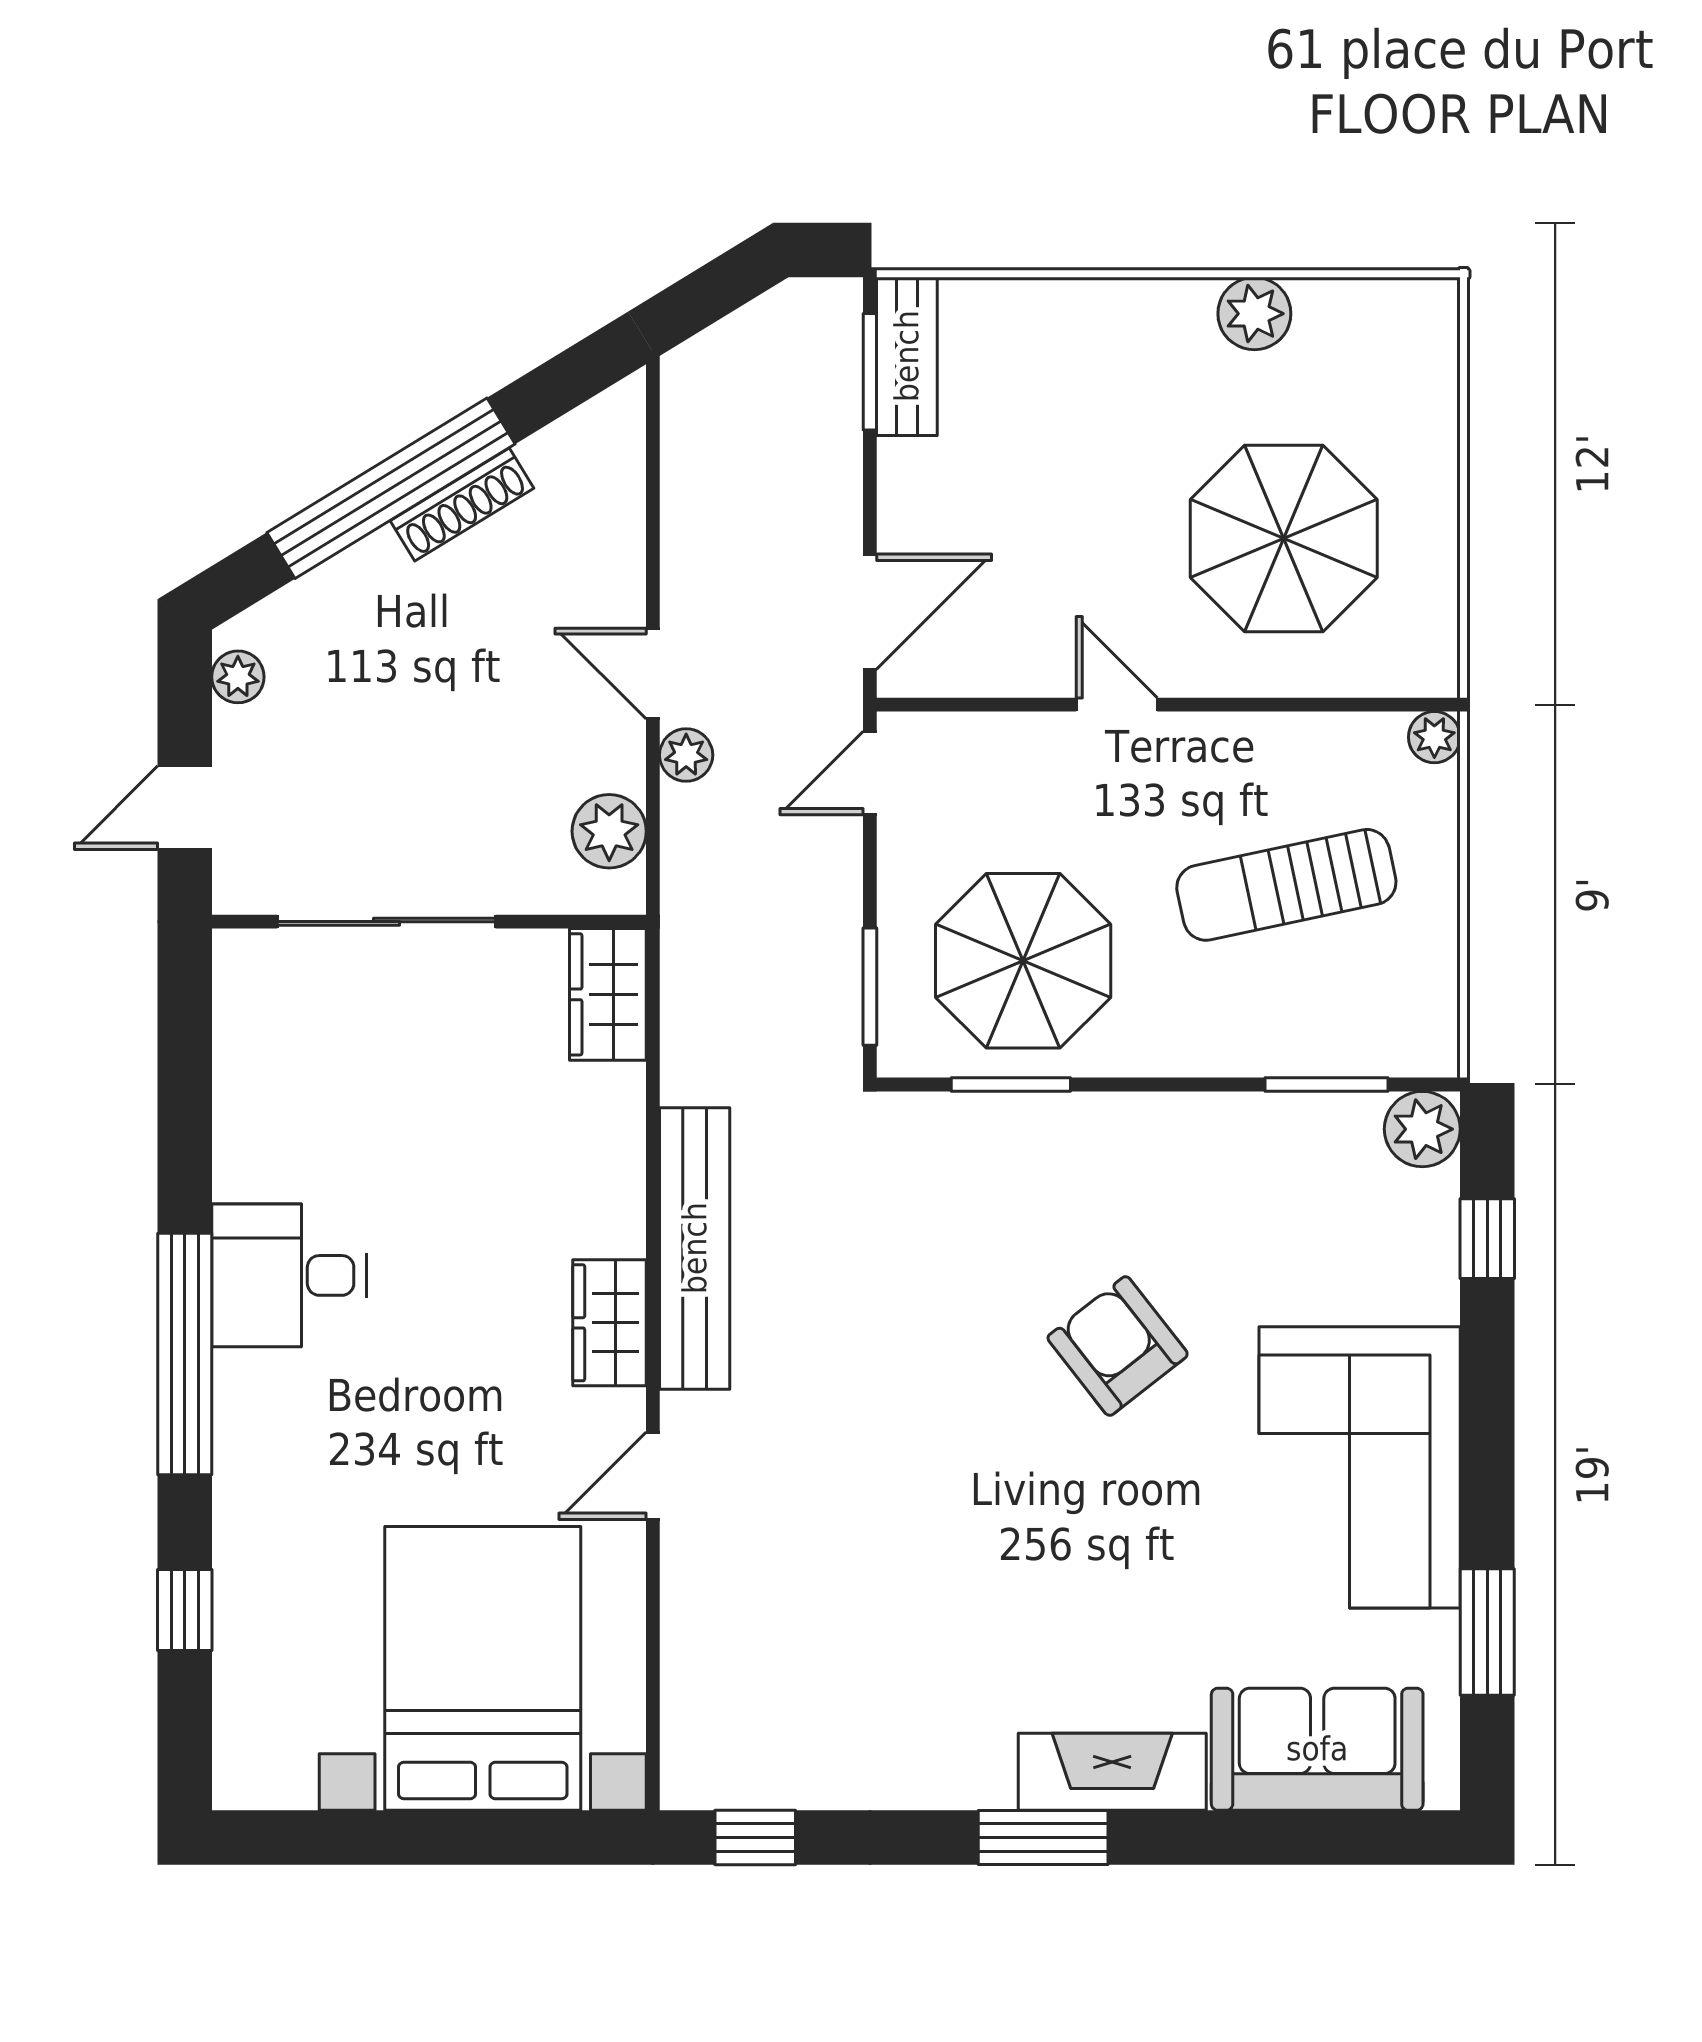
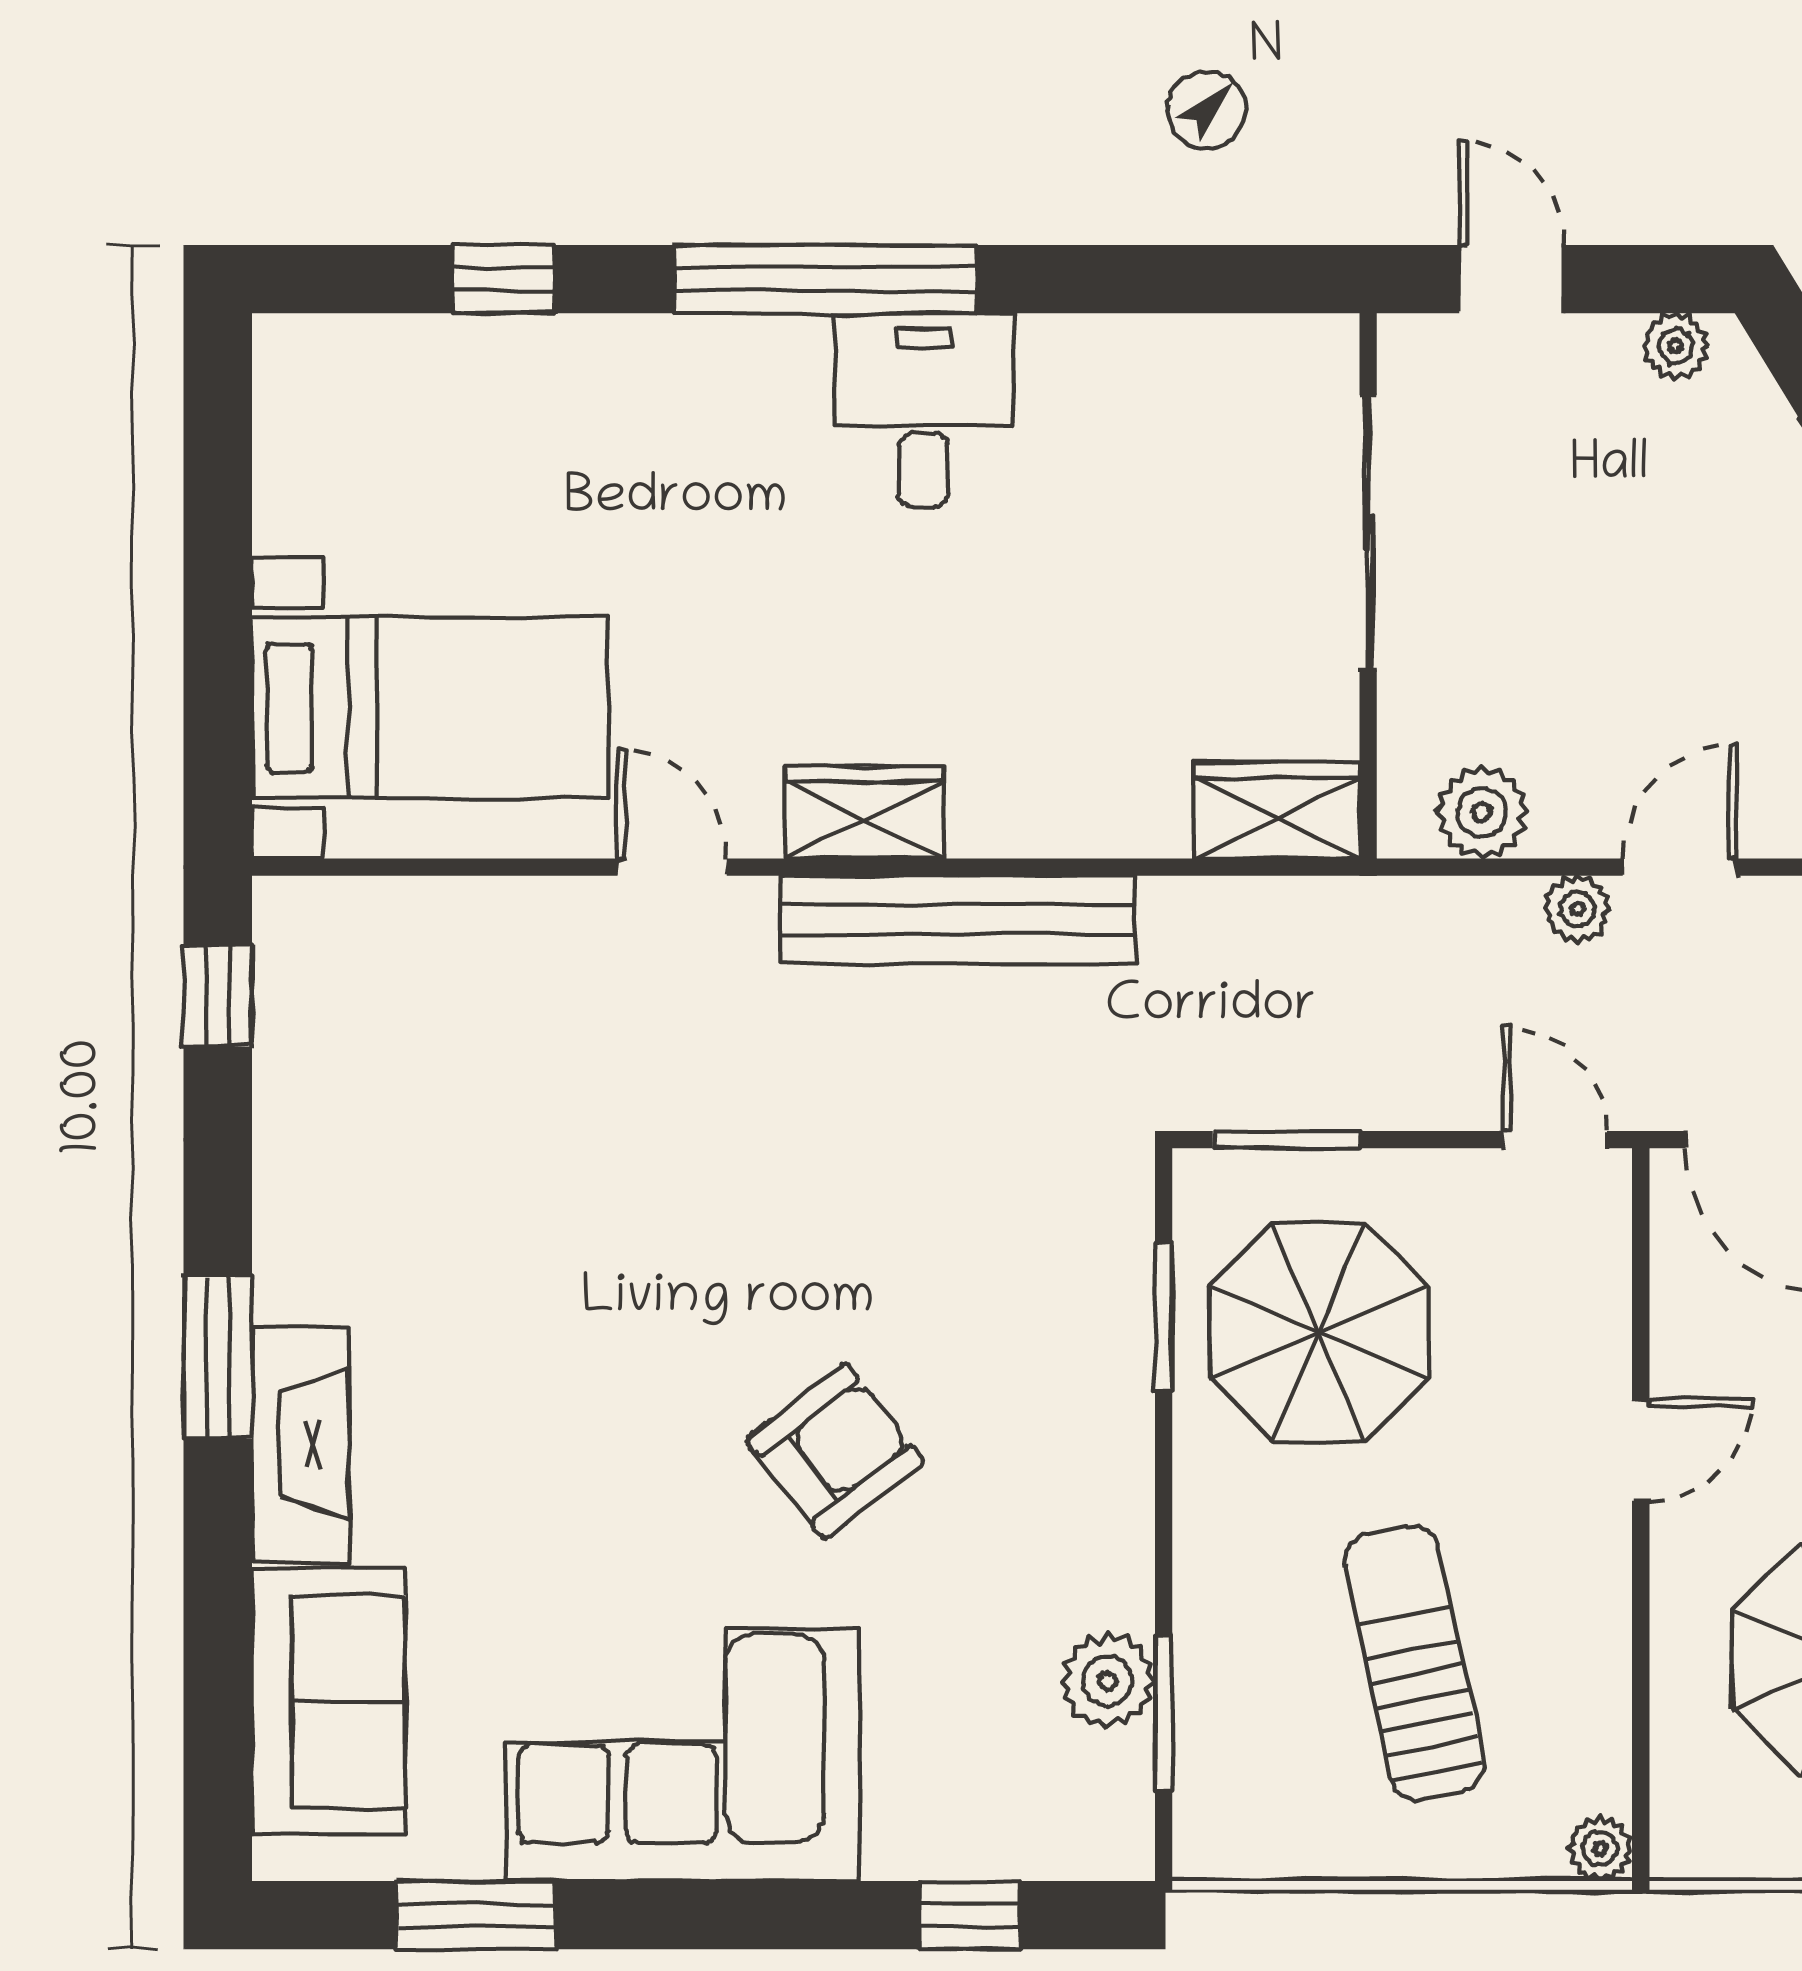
plant: (1422, 1129) -> (1108, 1681), moved
bed with nightstands: (483, 1668) -> (430, 708), width x0.73

